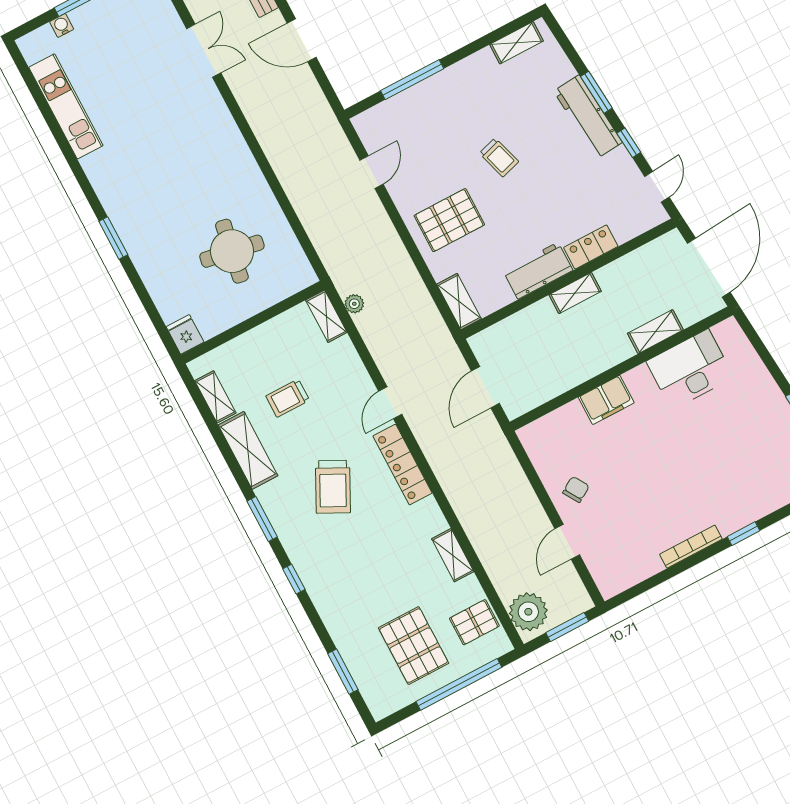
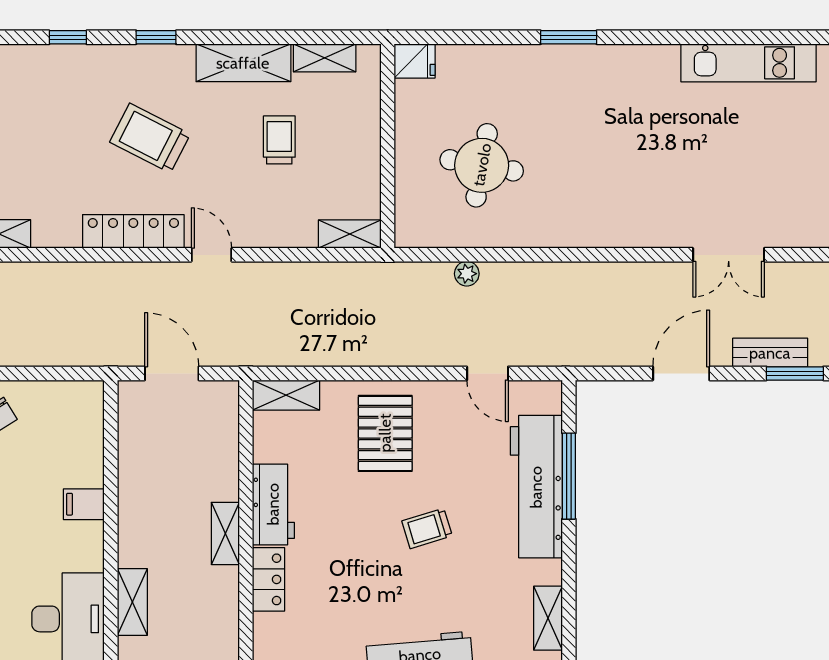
workbench: (431, 98) -> (536, 487), added
plant: (354, 304) -> (467, 274), moved
filing cabinet: (606, 400) -> (84, 504), width x0.50
window: (262, 519) -> (156, 37), width x0.67

